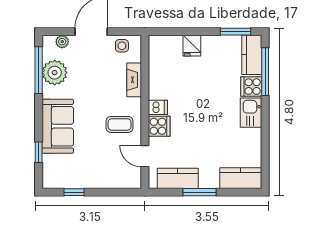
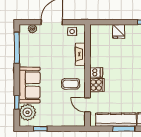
plant: (55, 73) -> (27, 112), moved
kitchen counter: (178, 178) -> (116, 120), width x1.50

